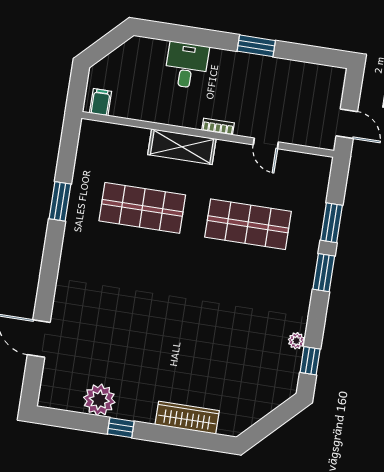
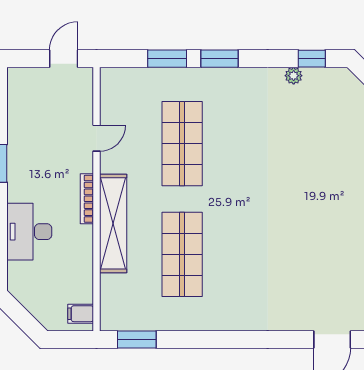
desk: (187, 65) -> (29, 232), width x1.37
bookcase: (218, 127) -> (87, 199), width x1.56
shelving: (182, 147) -> (113, 223), width x1.47
window: (60, 201) -> (137, 339), moved

